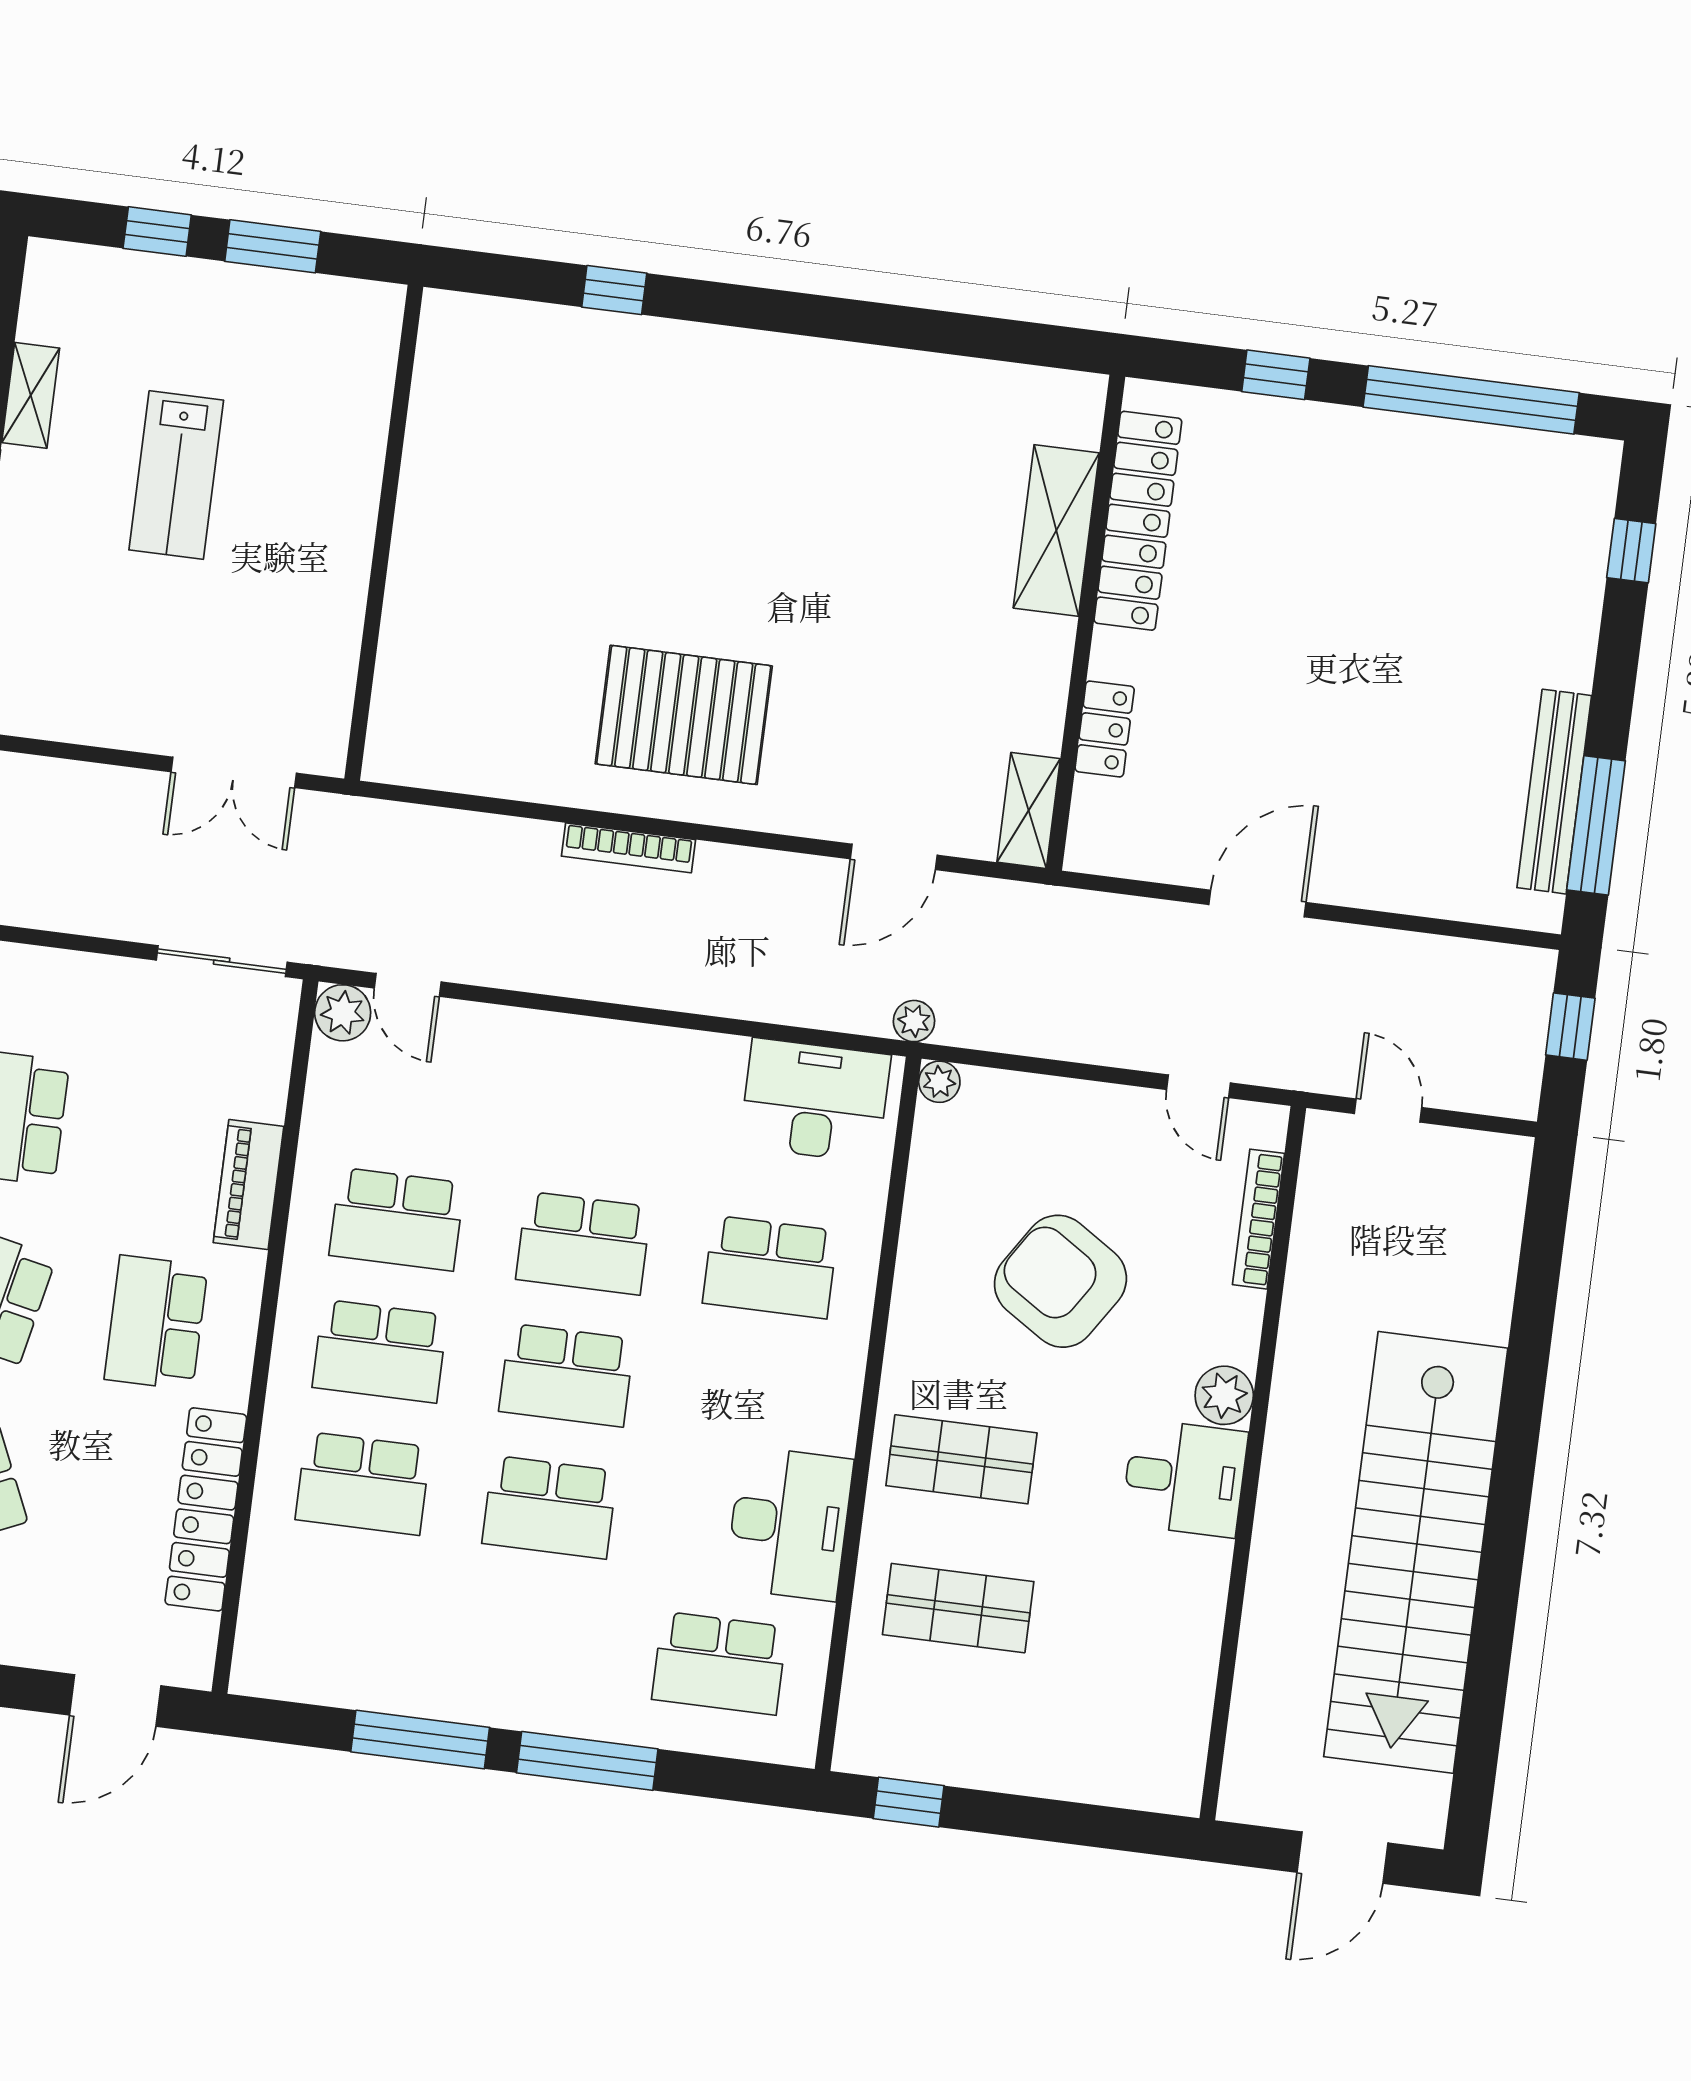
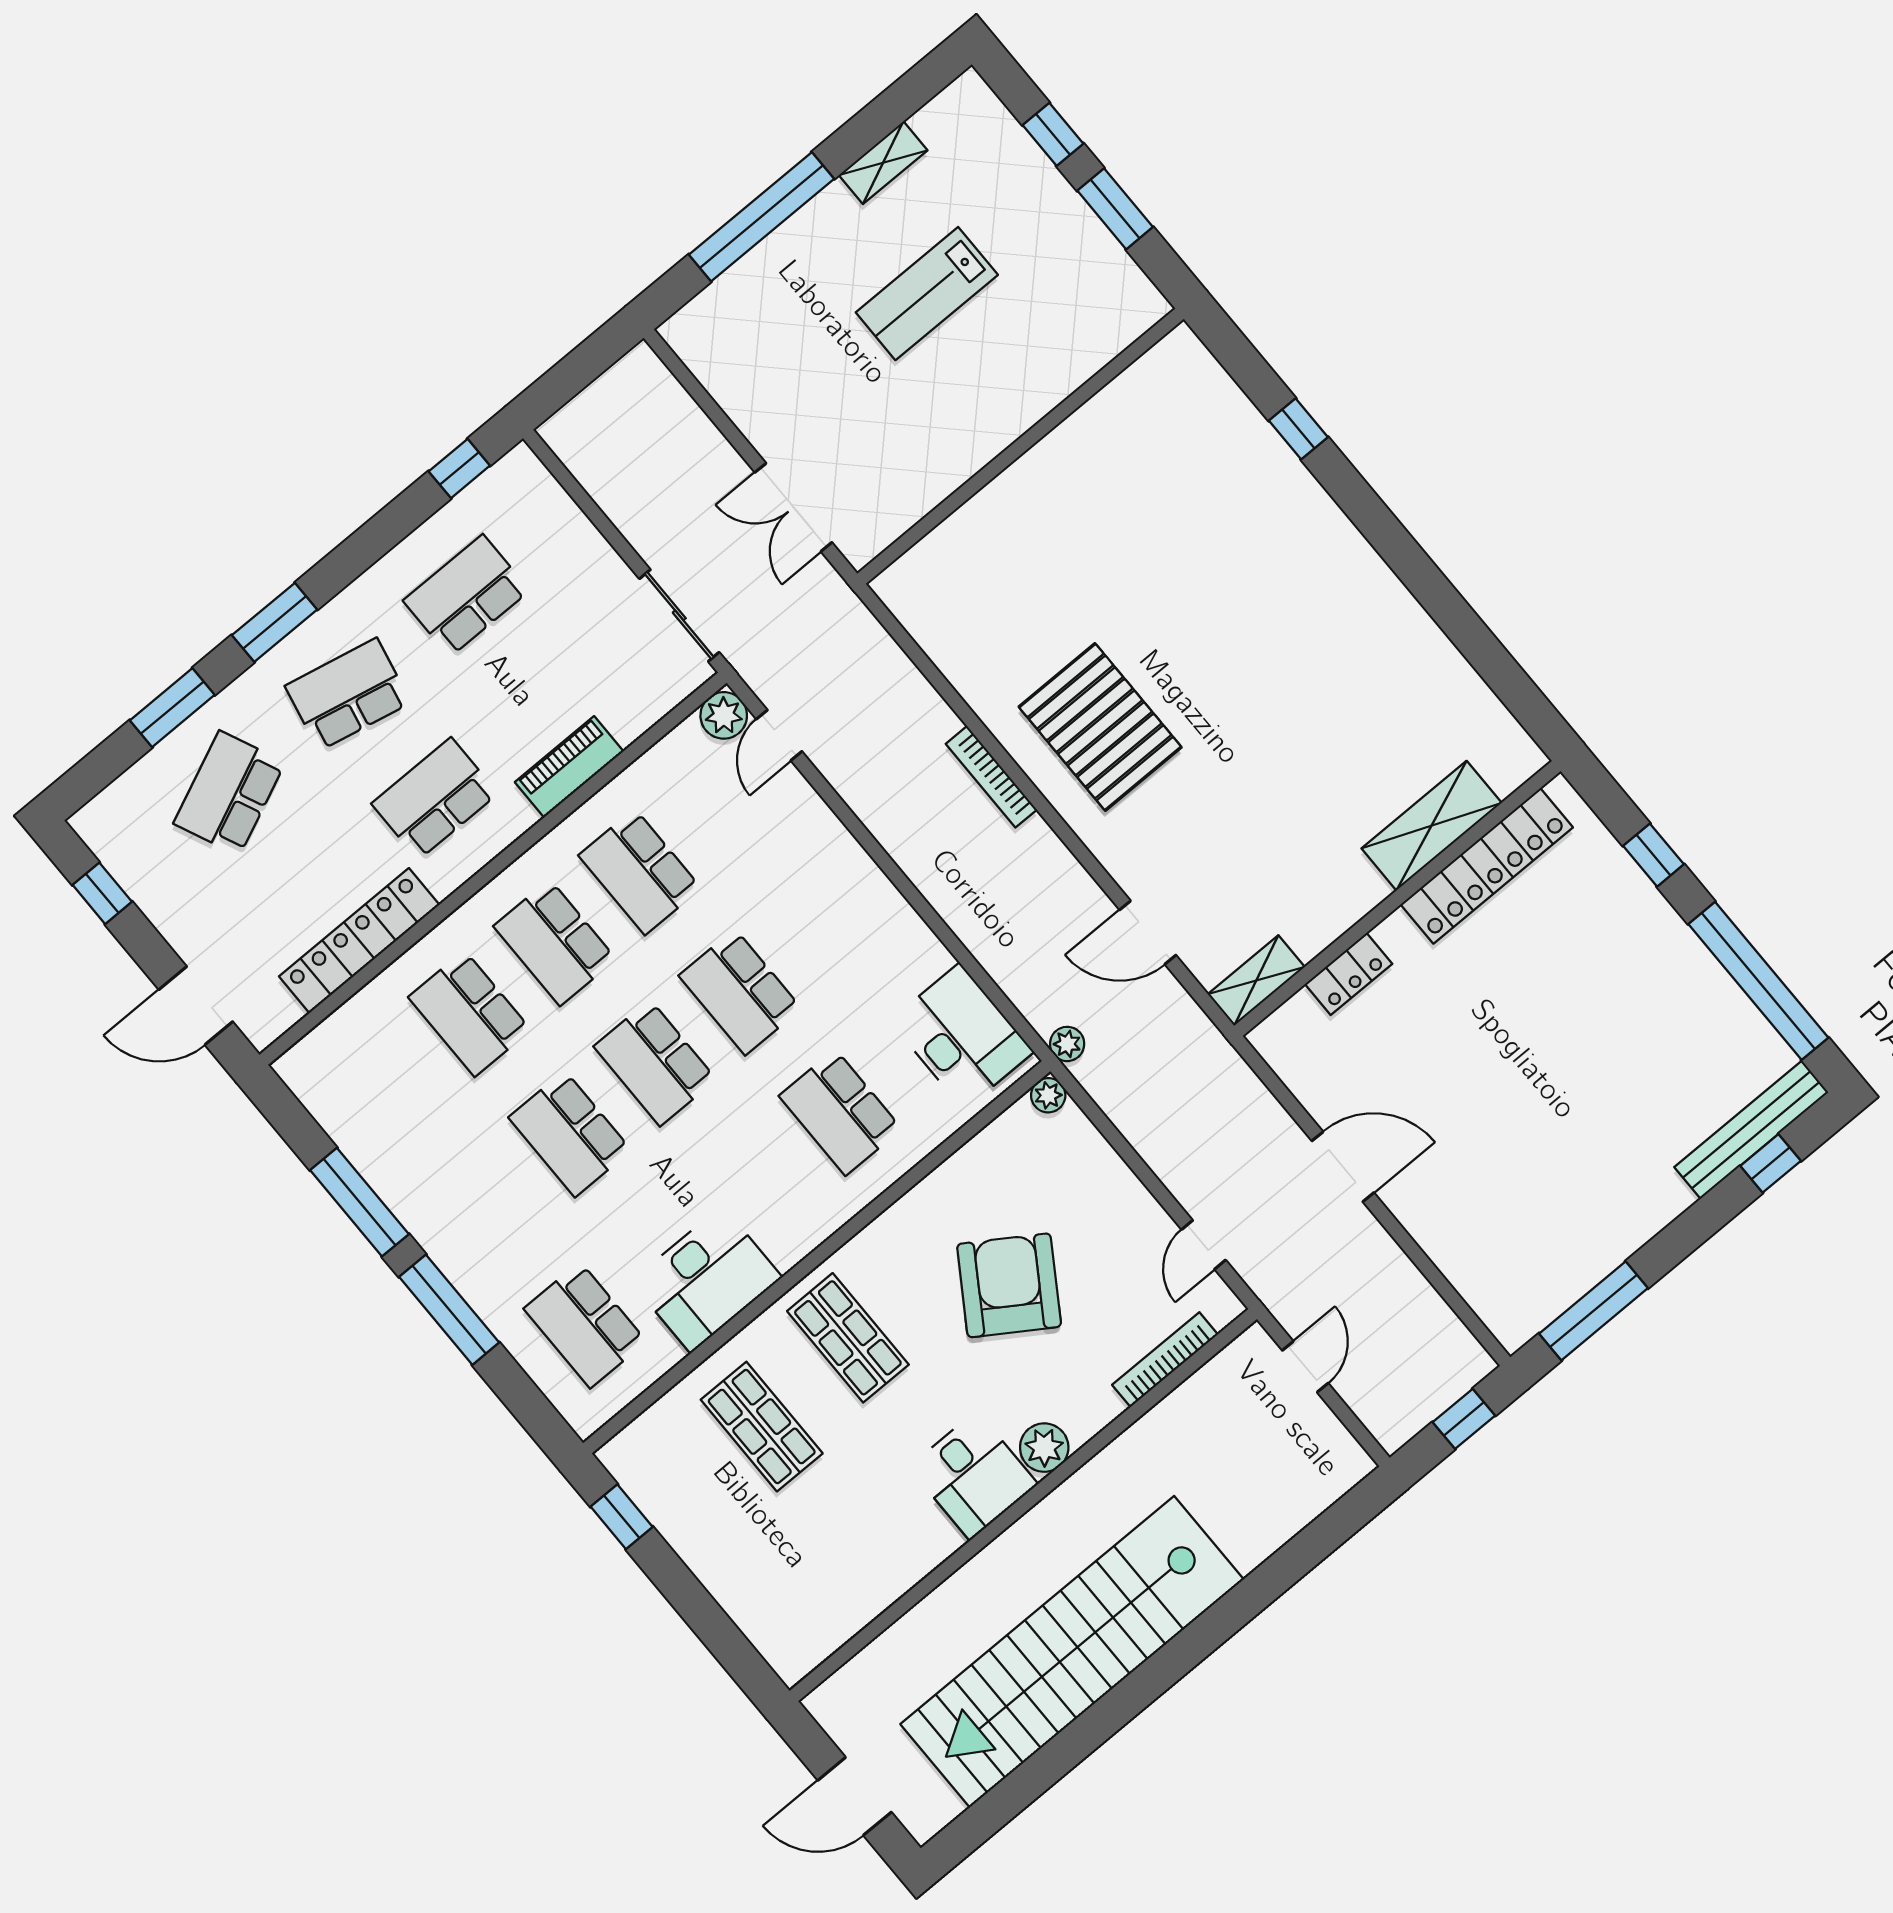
bench: (1554, 792) -> (1751, 1130), moved

